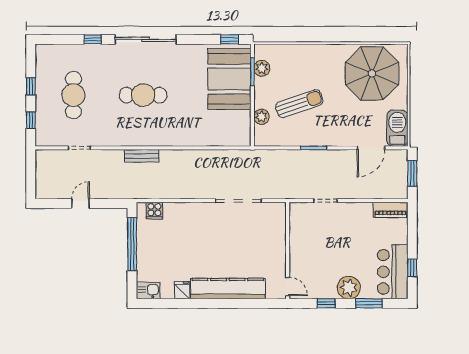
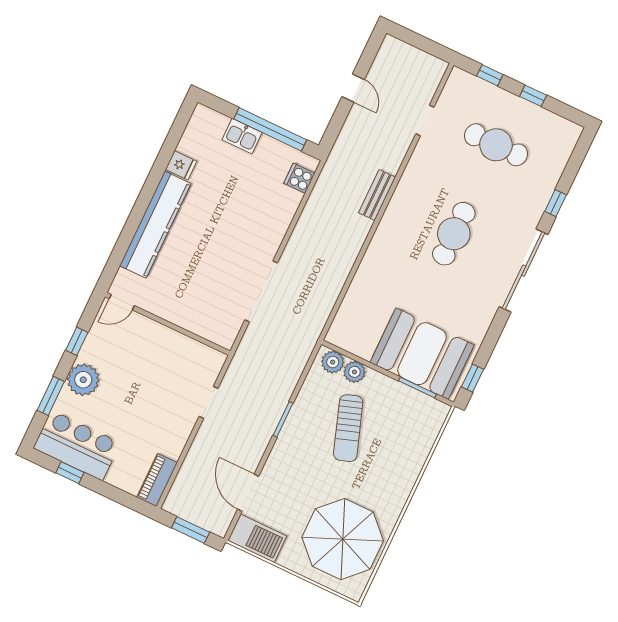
plant: (262, 68) -> (333, 362), moved
kitchen sink: (148, 290) -> (242, 136), moved, turned 90

